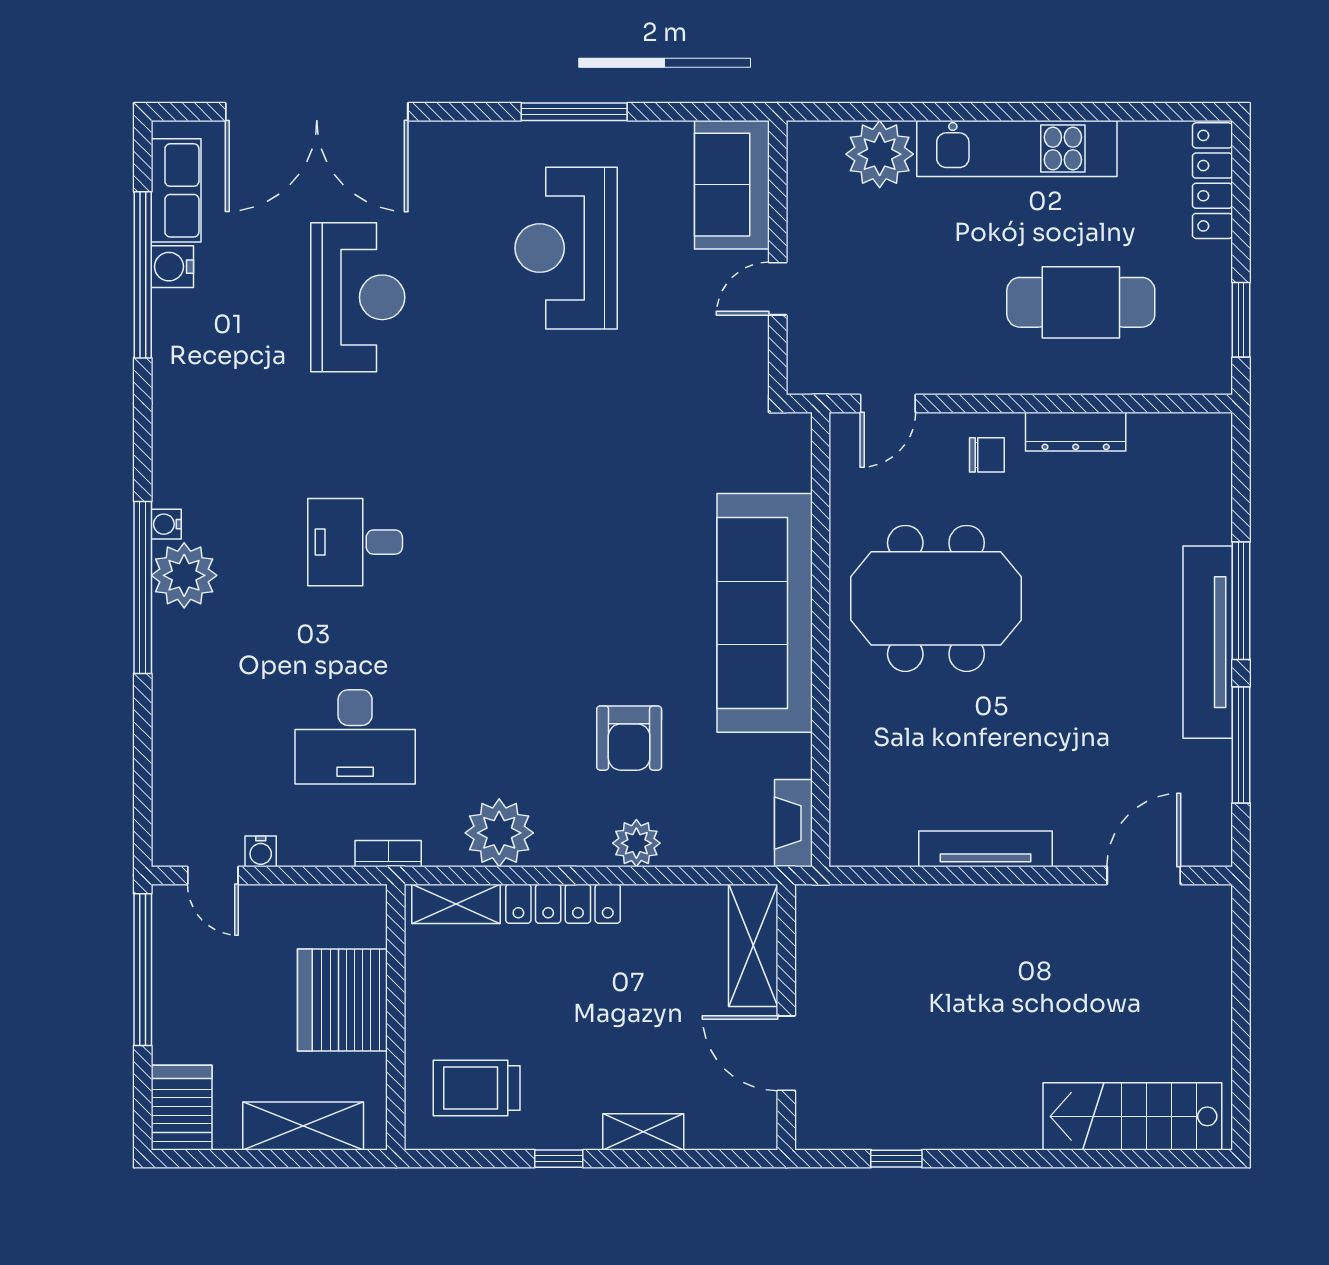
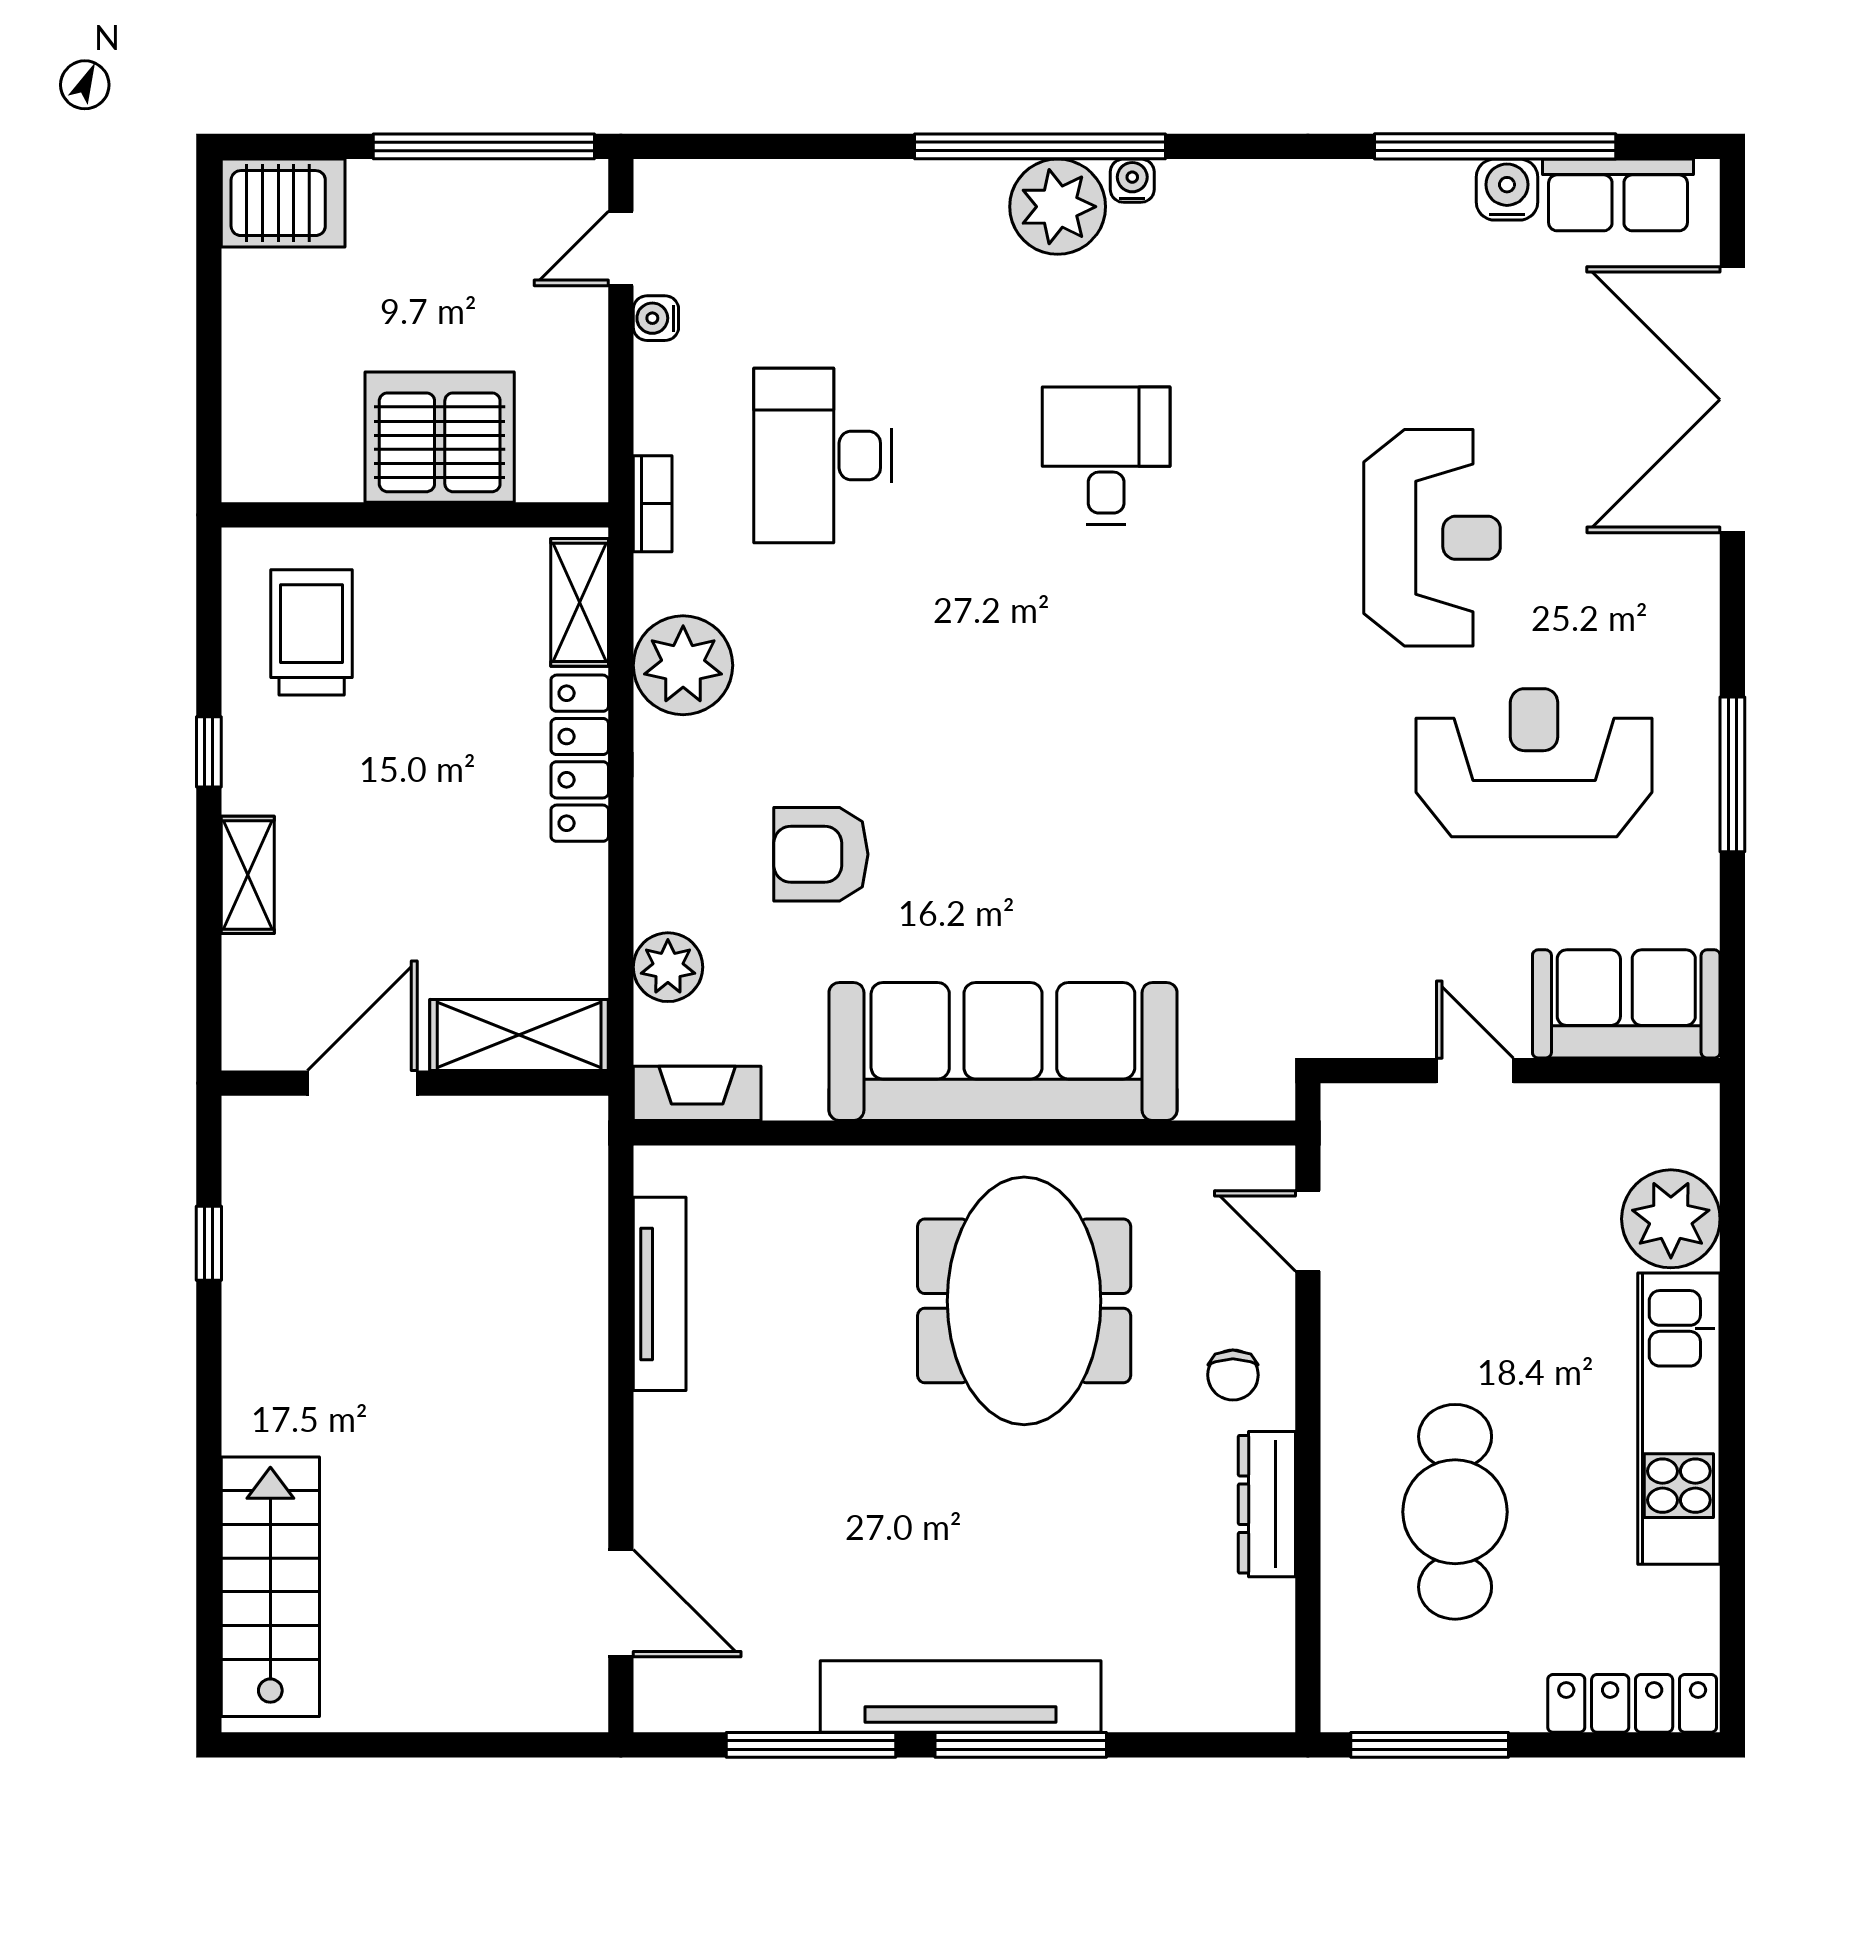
reception desk: (358, 297) -> (1432, 538), moved, turned -90
window: (1241, 320) -> (1430, 1745), width x1.44
plant: (636, 843) -> (668, 967), moved
tv unit: (985, 849) -> (660, 1294), moved
shelving: (303, 1126) -> (256, 380), removed

